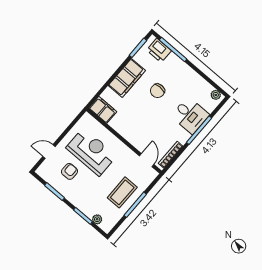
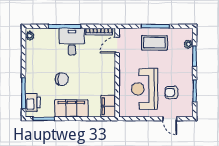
desk: (190, 115) -> (72, 42), moved

